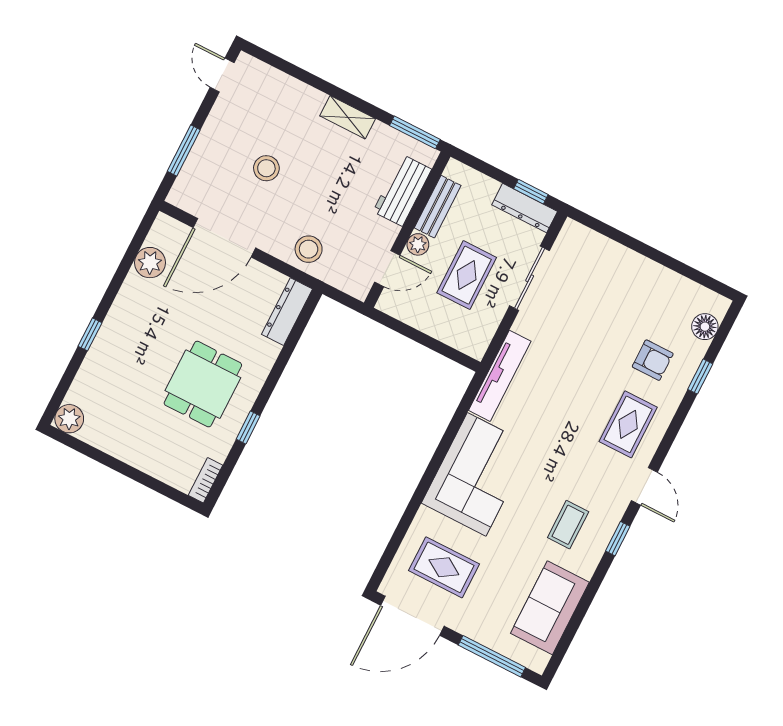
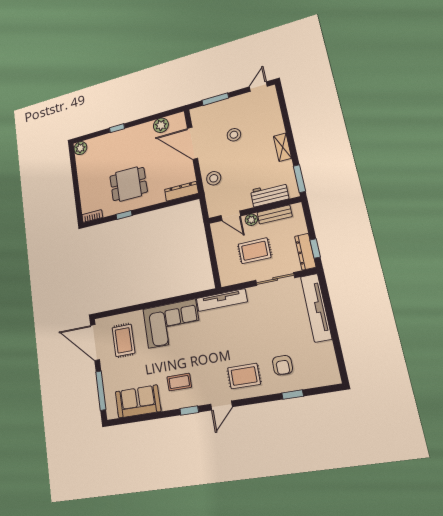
tv unit: (611, 255) -> (316, 308), added
floor lamp: (705, 327) -> (318, 379), removed

